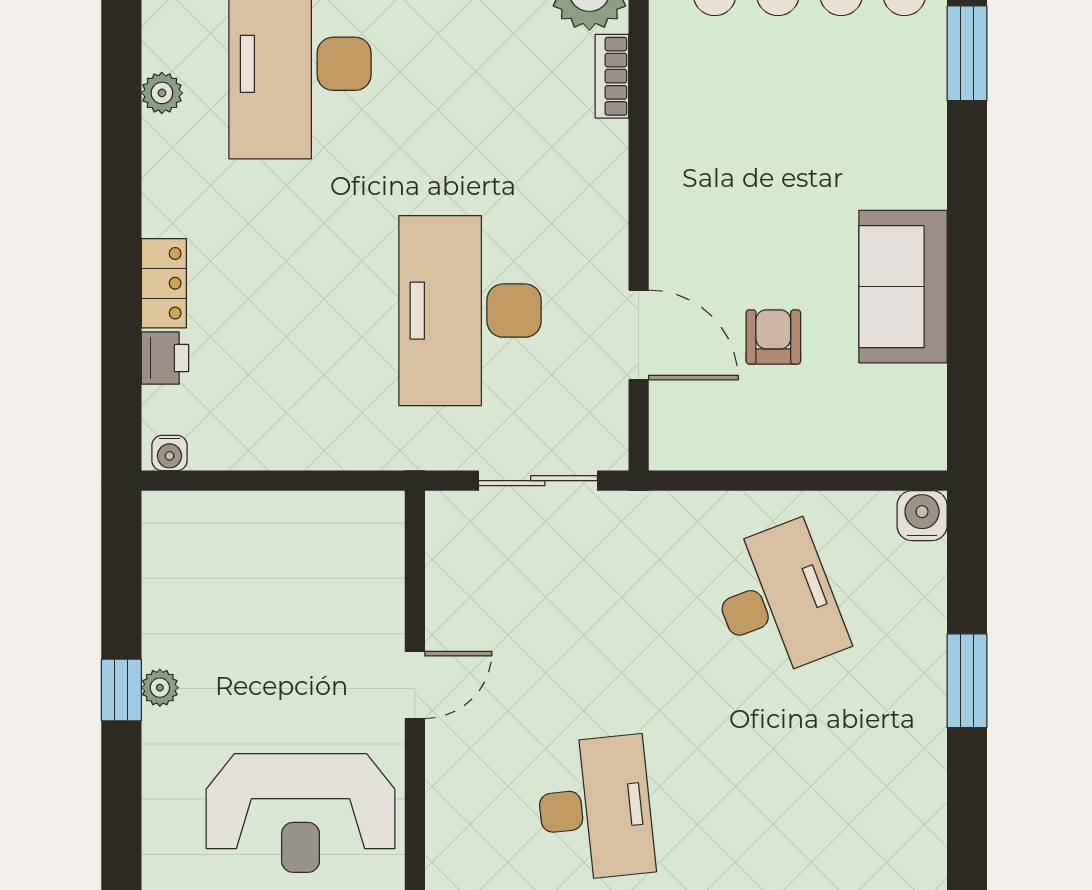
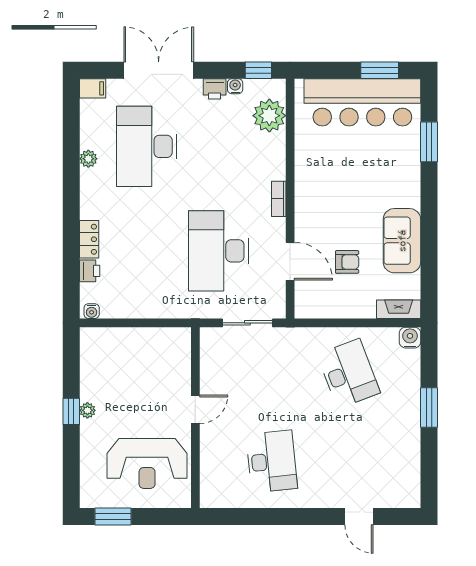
bookcase: (612, 76) -> (279, 199), moved
armchair: (773, 337) -> (347, 262), turned 90
fireplace: (895, 449) -> (399, 309), added

